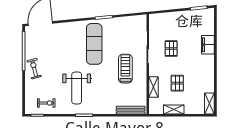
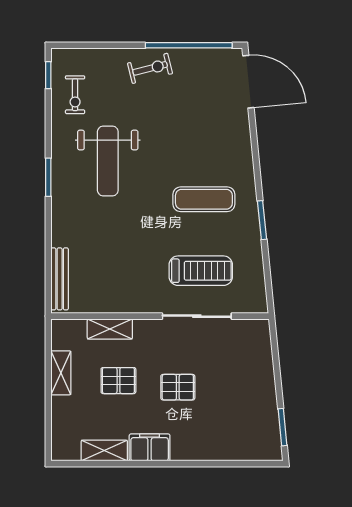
exercise mat: (94, 44) -> (204, 199), width x0.73, depth x0.69
filing cabinet: (208, 45) -> (150, 447), moved
pallet: (171, 48) -> (178, 387), moved
treadmill: (125, 69) -> (201, 271), moved
weight bench: (77, 88) -> (108, 161), turned -90
shelving: (209, 103) -> (104, 451), moved

